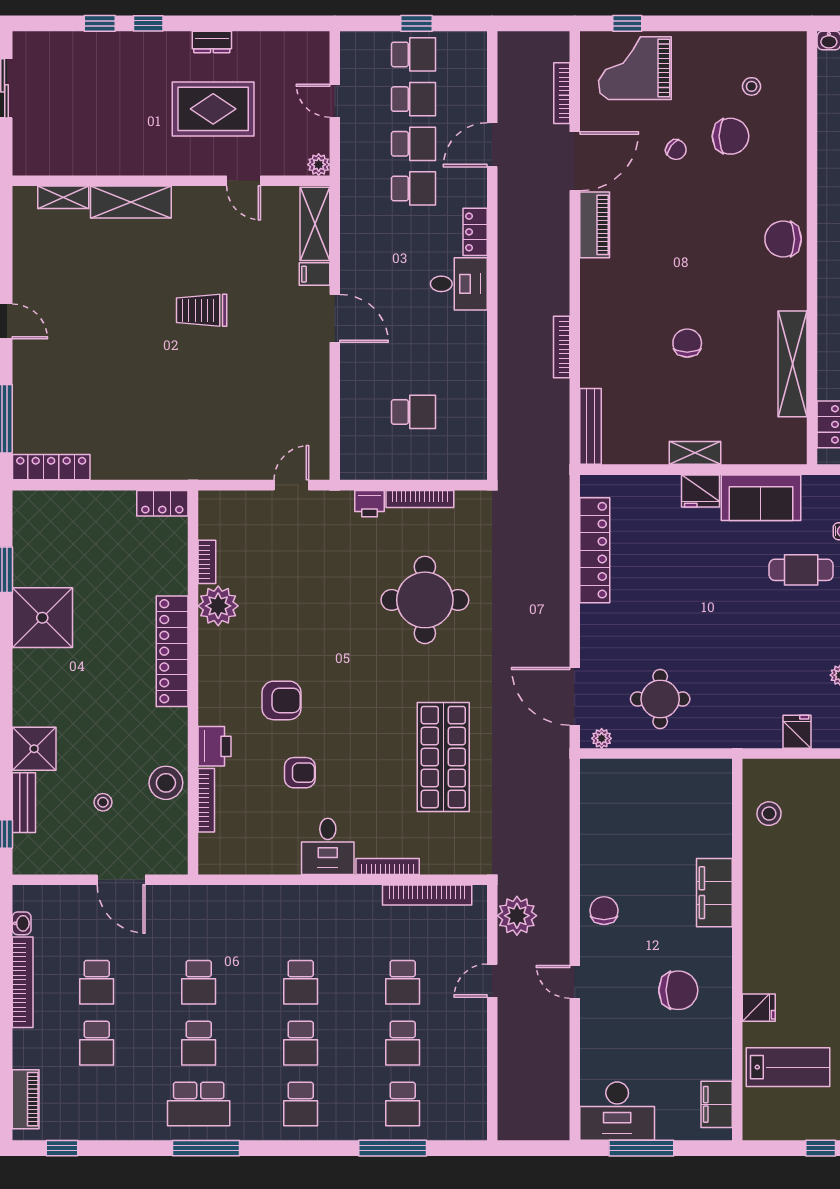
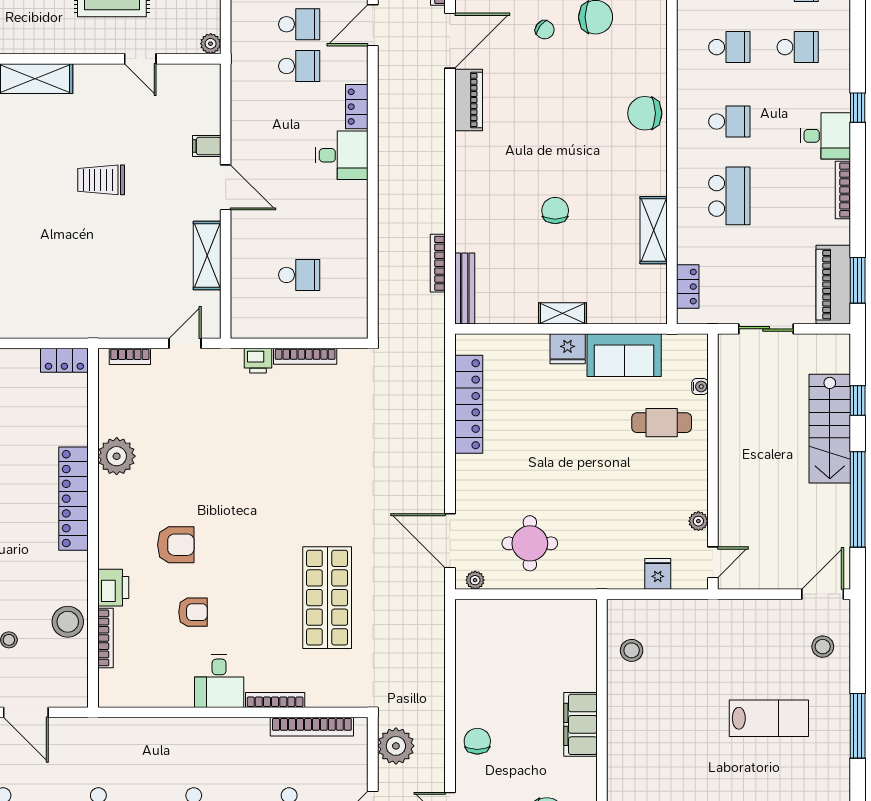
shelving: (315, 224) -> (207, 256), moved
bookcase: (562, 347) -> (438, 263), moved
shelving: (792, 364) -> (654, 230), width x0.68
bookcase: (207, 562) -> (130, 356), moved, turned 90
round table: (425, 600) -> (310, 451), removed

